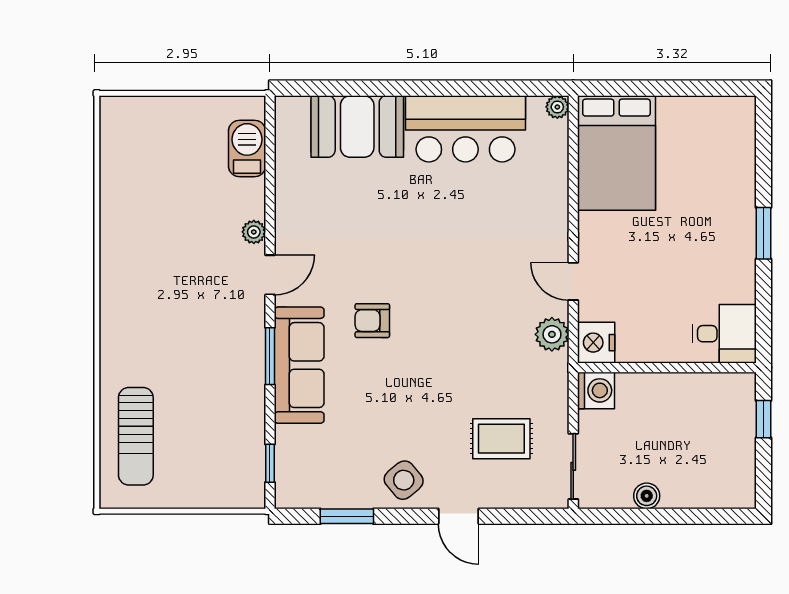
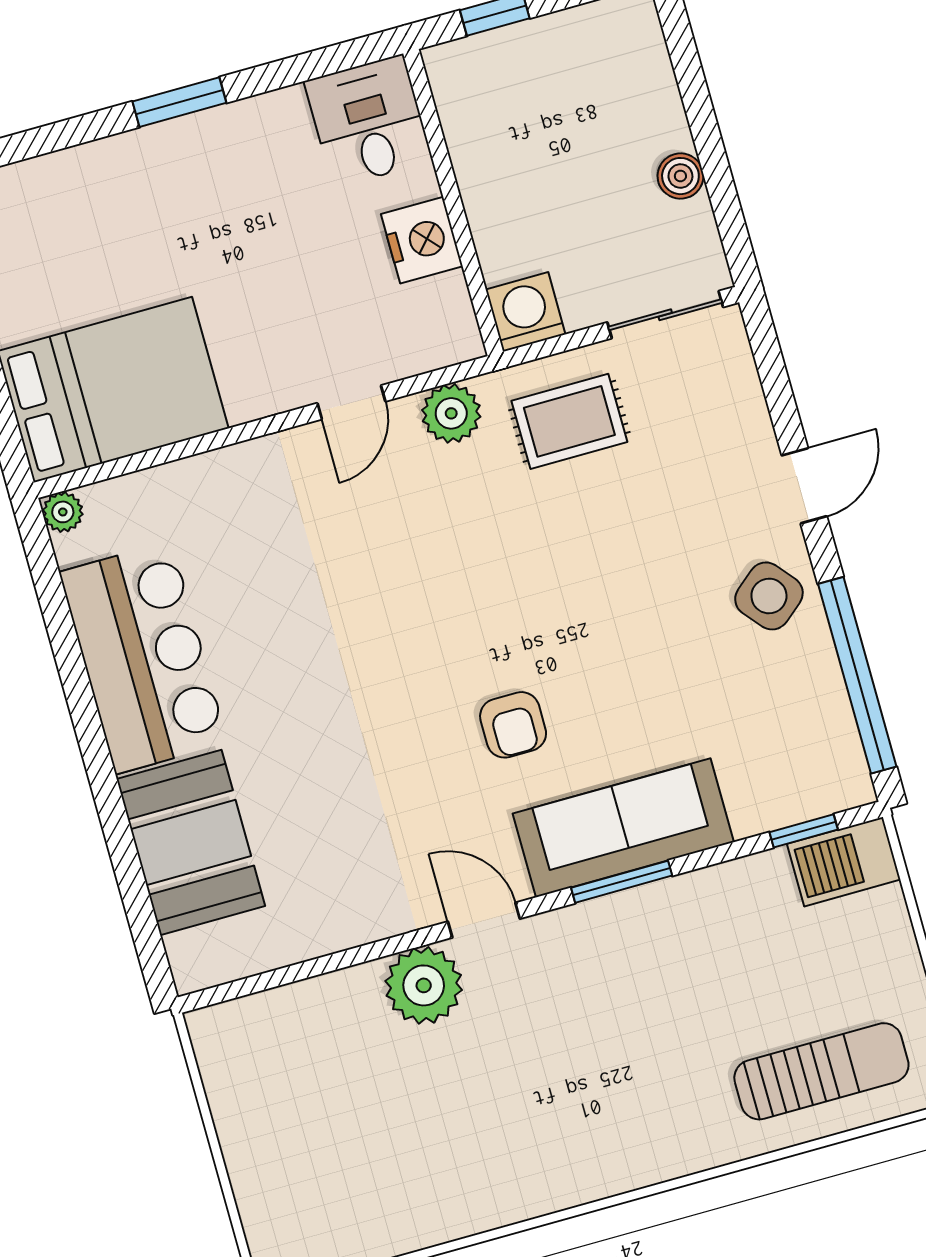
barbecue: (247, 148) -> (844, 862), moved
plant: (254, 232) -> (424, 985), width x1.88, depth x1.88
nightstand: (596, 343) -> (422, 240), moved, turned -90
rug: (501, 439) -> (569, 421), moved, turned 90
window: (347, 516) -> (857, 675), width x2.11

